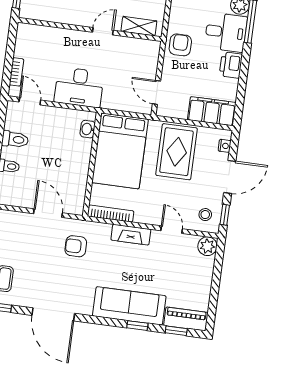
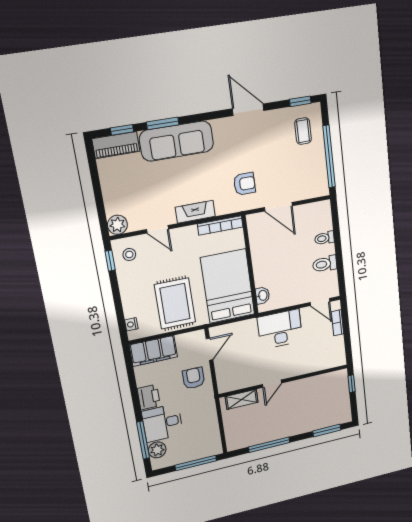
armchair: (180, 45) -> (194, 378), moved, turned 180
door: (156, 92) -> (209, 349), hinge flipped
door: (230, 177) -> (117, 298), removed
door: (53, 314) -> (248, 110), width x0.73
window: (137, 326) -> (163, 123), width x1.50

